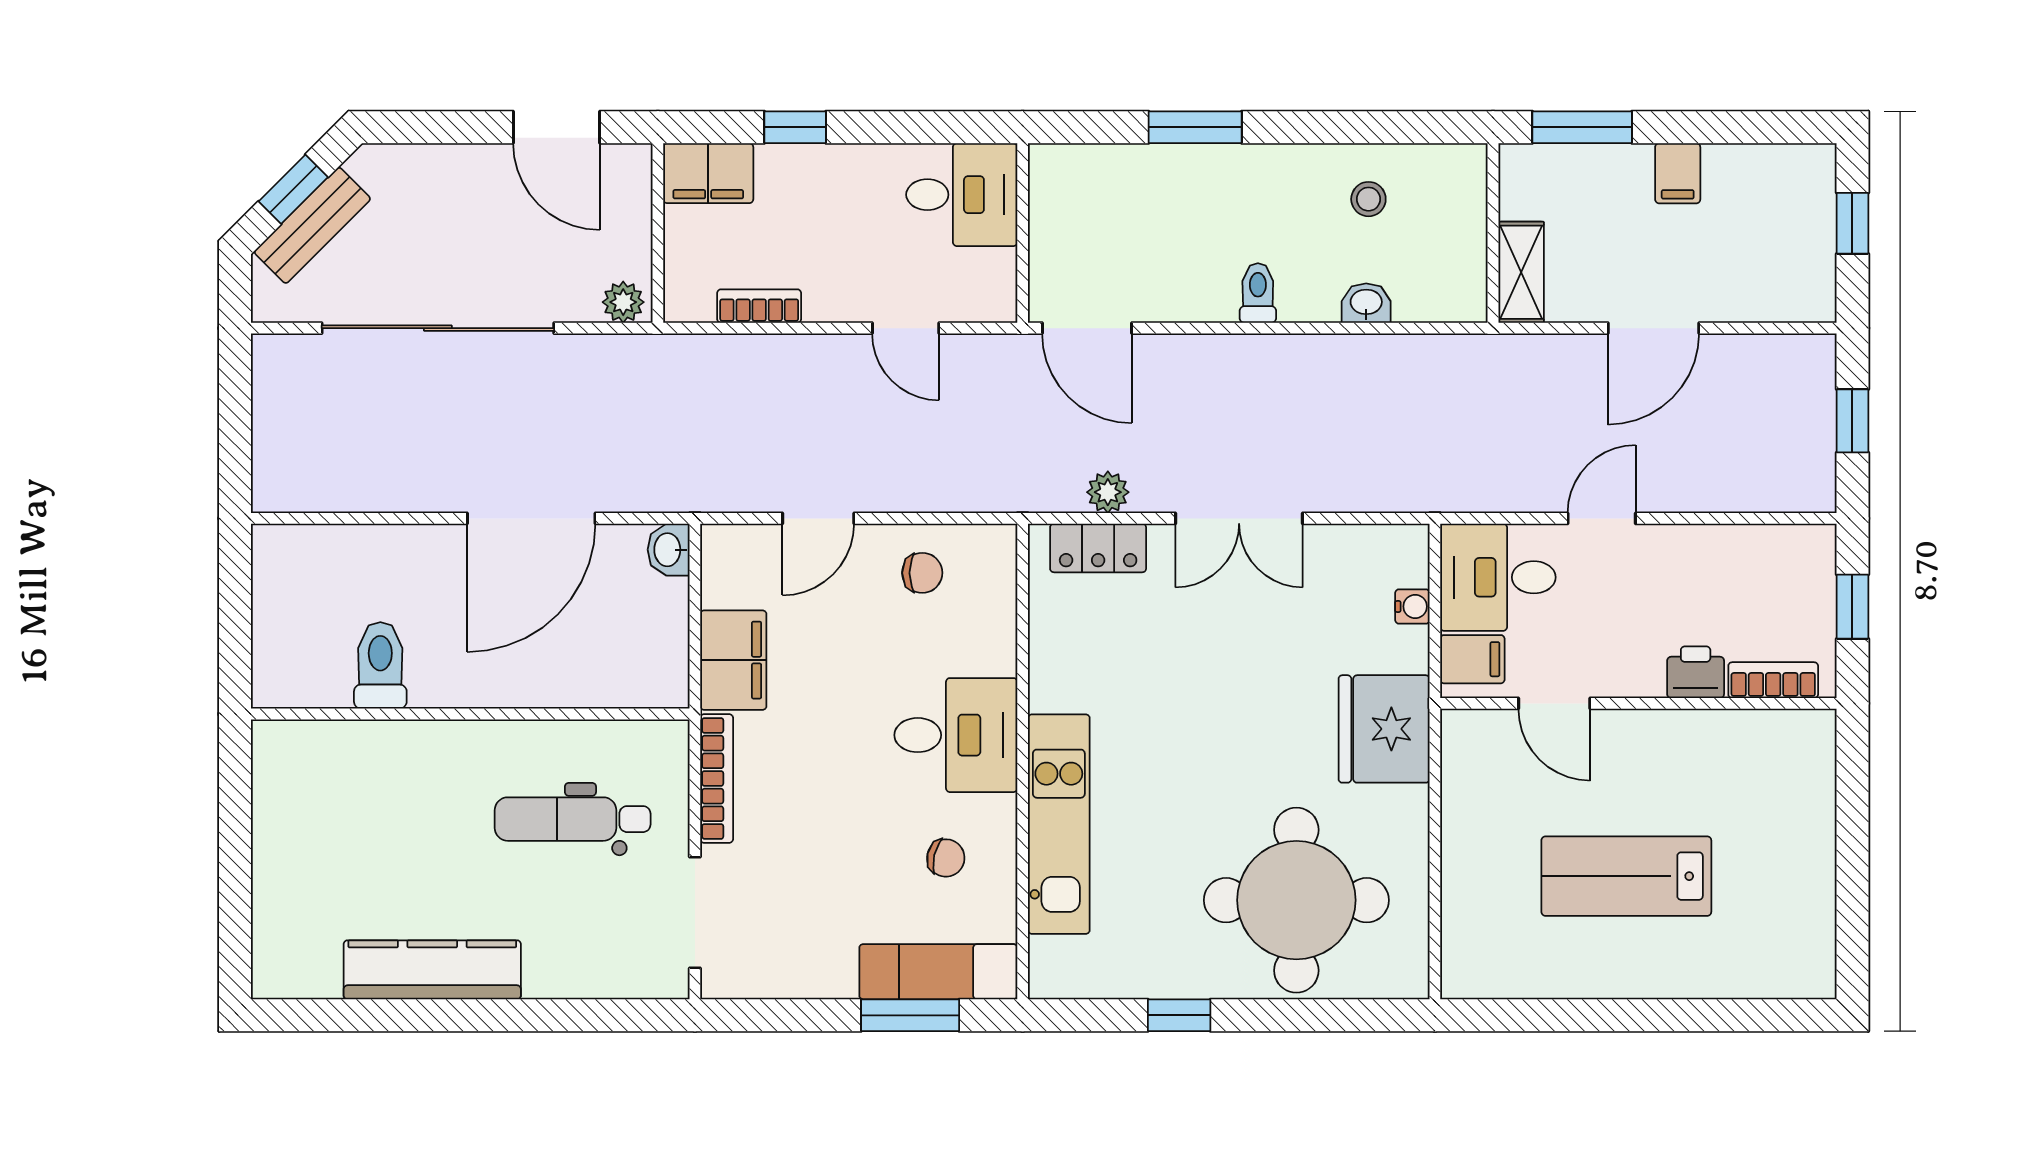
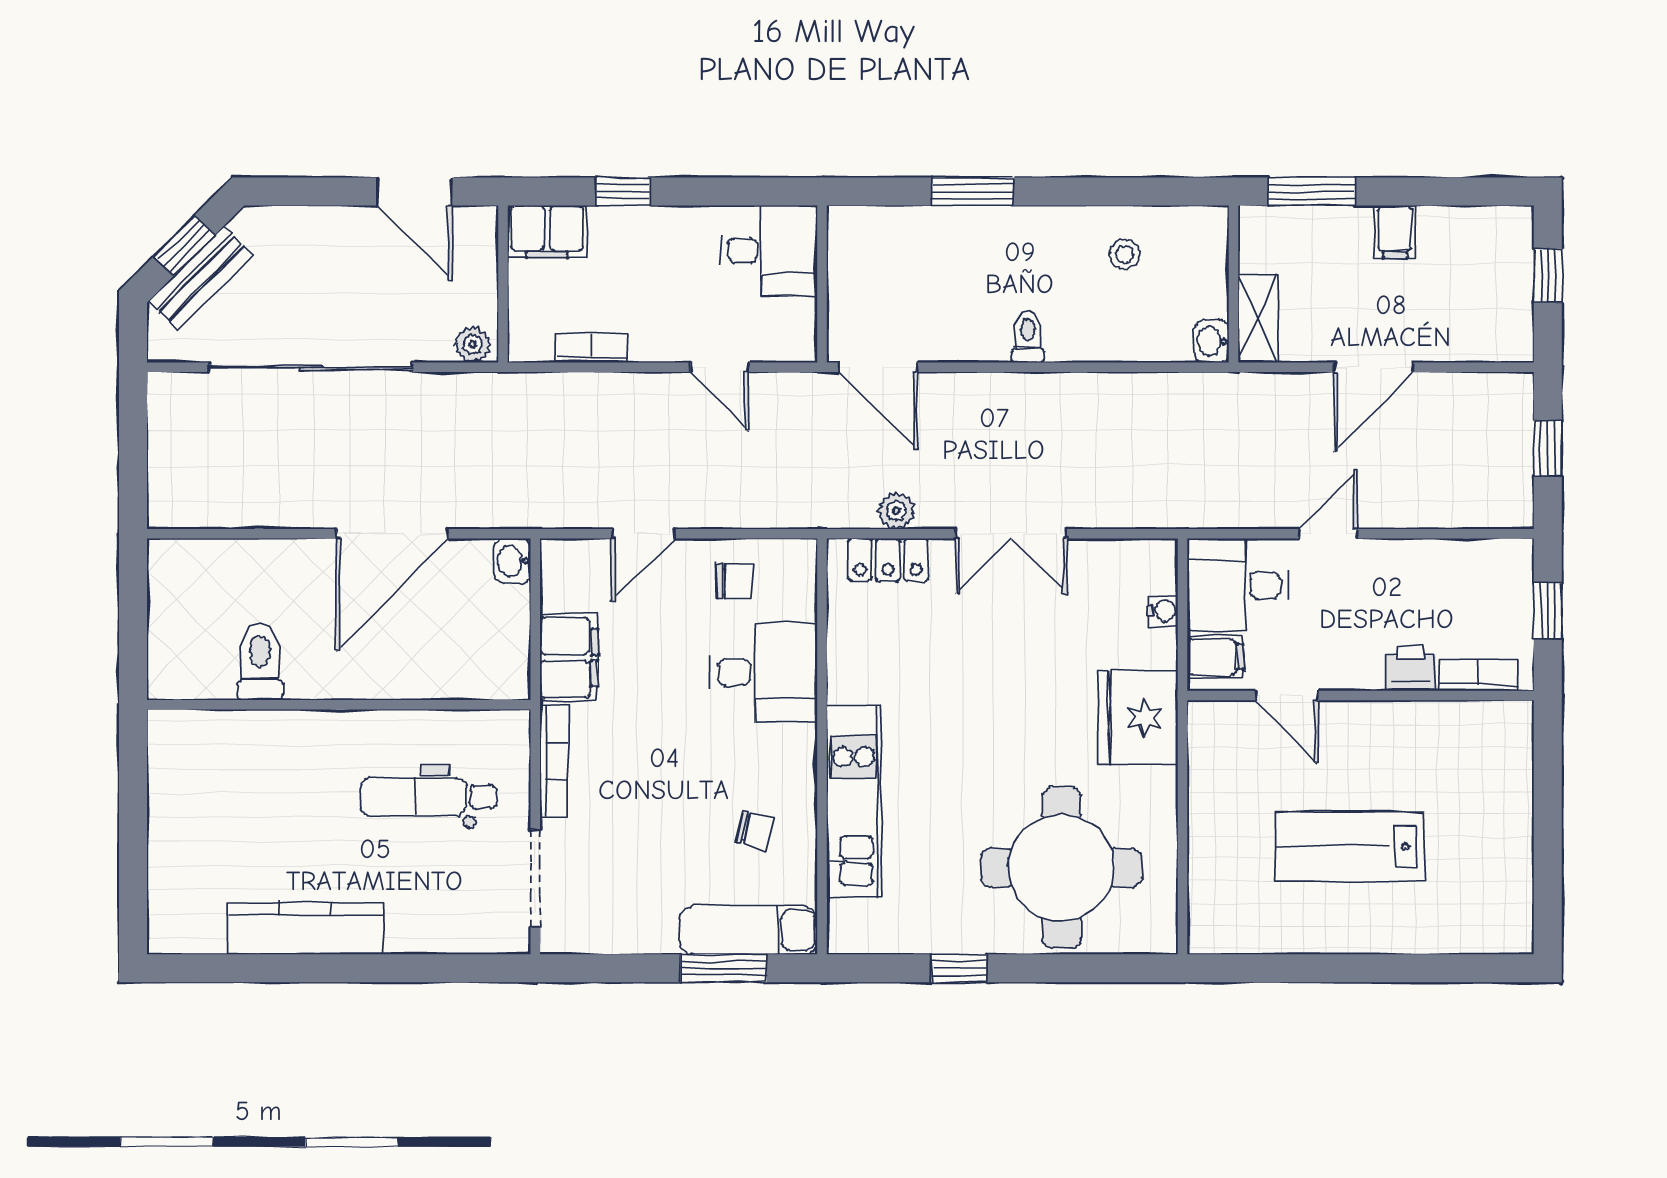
washbasin: (1366, 303) -> (1212, 341), moved, turned -90
desk: (956, 735) -> (764, 672), moved

